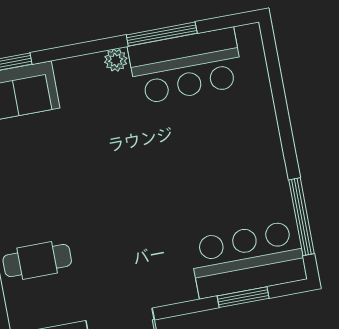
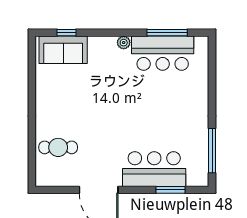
window: (162, 34) -> (167, 33), moved
bar counter: (248, 259) -> (154, 169), moved

